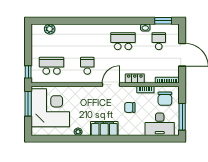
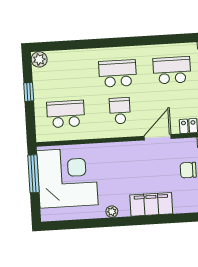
plant: (50, 29) -> (39, 59), moved
school desk: (87, 41) -> (118, 73), added
window: (28, 72) -> (29, 92), moved

